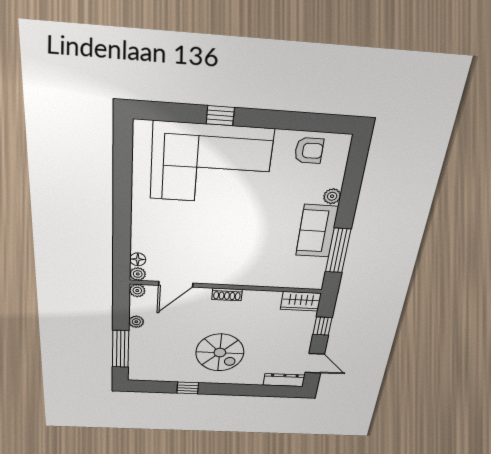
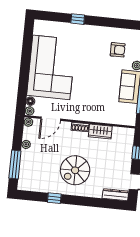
armchair: (309, 151) -> (118, 50), moved
corner sofa: (211, 164) -> (51, 67), moved, turned -90
wardrobe: (301, 301) -> (100, 131), moved
spiral stairs: (220, 353) -> (75, 170), turned 90

